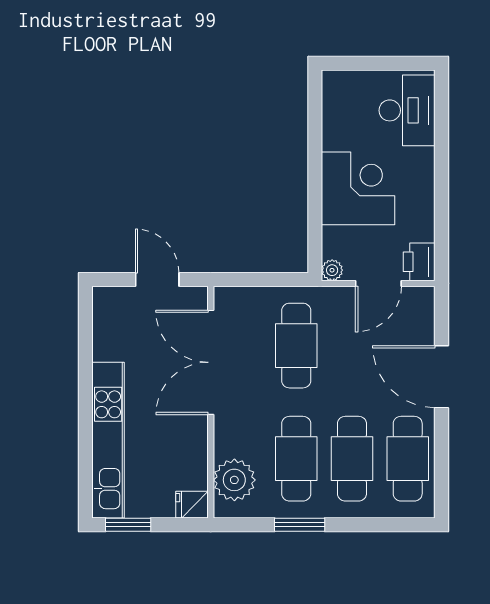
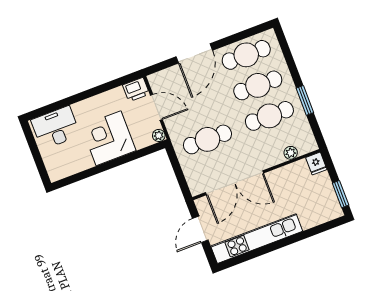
kitchen unit: (108, 440) -> (257, 239), moved
plant: (234, 480) -> (291, 153), width x0.53, depth x0.53

